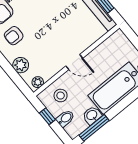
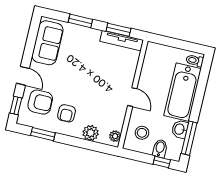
door: (74, 62) -> (132, 97), hinge flipped
window: (47, 116) -> (162, 162), moved

